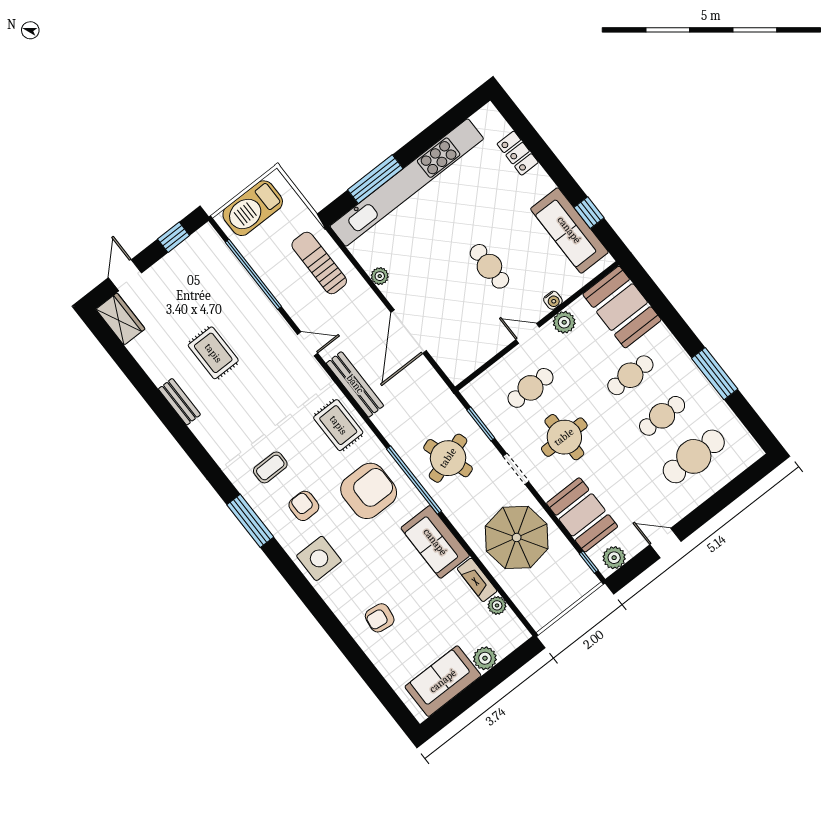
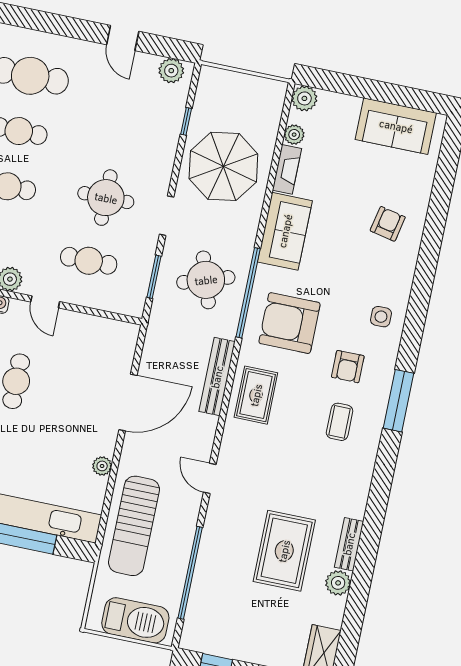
sun lounger: (319, 263) -> (134, 526), width x1.36, depth x1.34
rug: (213, 353) -> (284, 551), width x1.36, depth x1.43
plant: (159, 371) -> (338, 583), added
bench: (355, 384) -> (217, 377), moved
coffee table: (270, 467) -> (340, 422), turned 90
booth: (582, 515) -> (158, 128), removed
side table: (319, 558) -> (381, 317), width x0.54, depth x0.54
window: (589, 562) -> (186, 121), moved
armchair: (380, 618) -> (388, 224), turned -86
plant: (485, 658) -> (304, 98), moved

